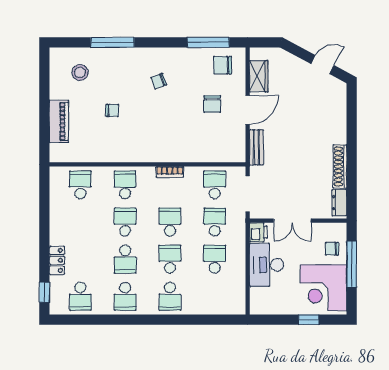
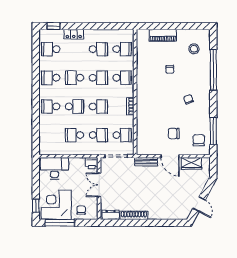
window: (113, 42) -> (213, 70), width x1.46
school desk: (80, 222) -> (98, 49), added
school desk: (215, 259) -> (75, 135), turned 180
window: (352, 264) -> (60, 223), moved
desk: (267, 265) -> (54, 168), moved
window: (309, 320) -> (36, 206), moved

